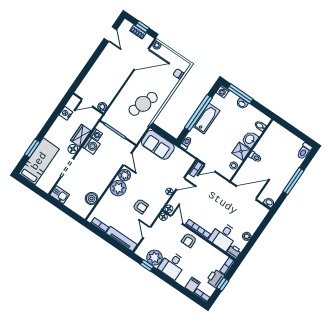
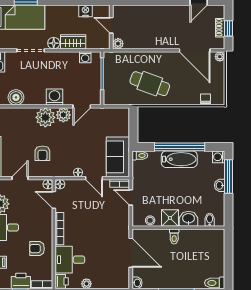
sofa: (158, 145) -> (118, 157), moved
washing machine: (91, 146) -> (55, 97), moved, turned 180
door: (177, 220) -> (54, 200), swing flipped
armchair: (189, 240) -> (37, 249), moved

